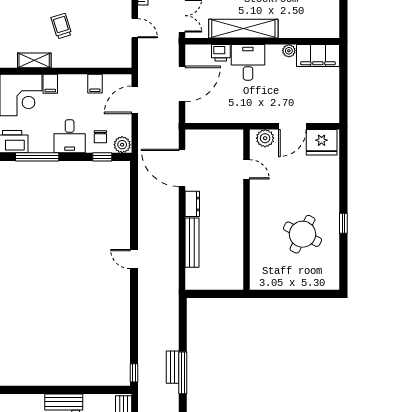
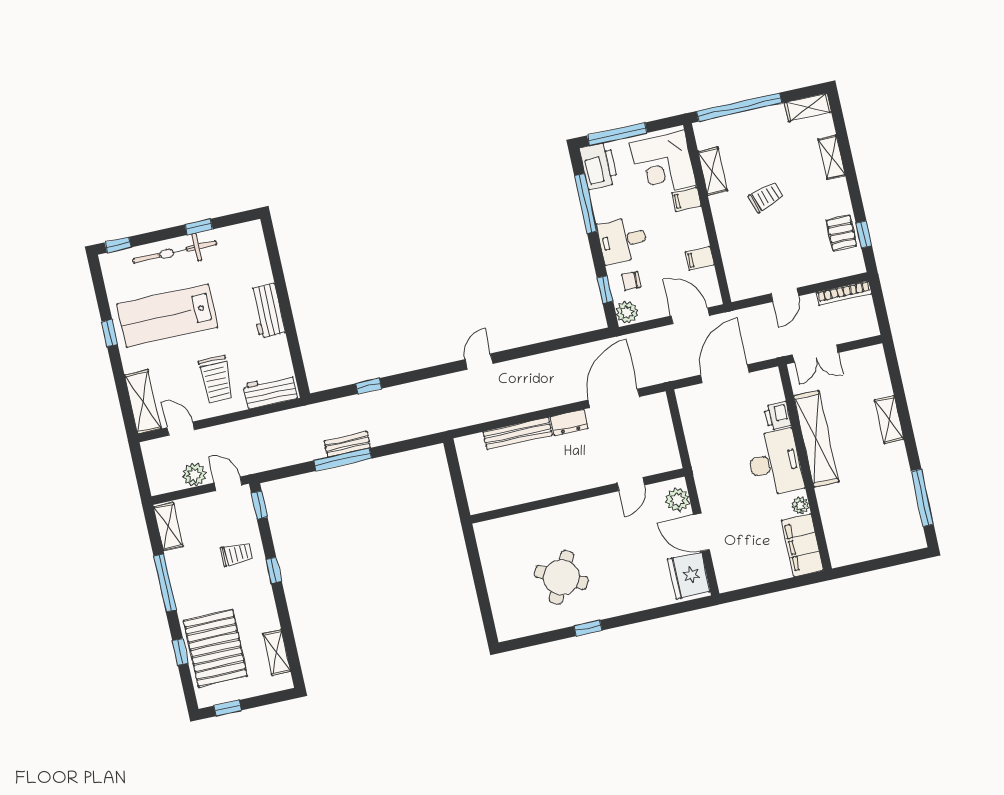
desk: (248, 62) -> (775, 463), width x1.37
door: (182, 84) -> (725, 374), swing flipped
window: (134, 373) -> (369, 386), moved

